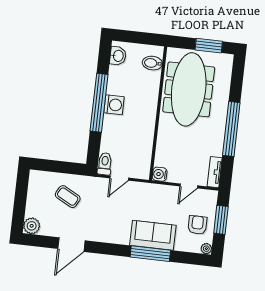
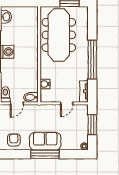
bidet: (152, 63) -> (31, 97), moved
water cooler: (160, 174) -> (45, 84), moved
armchair: (197, 225) -> (14, 140), moved

